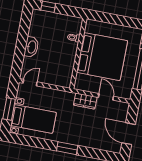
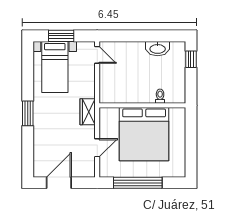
washbasin: (31, 47) -> (158, 49), moved
wardrobe: (85, 101) -> (88, 112), moved

